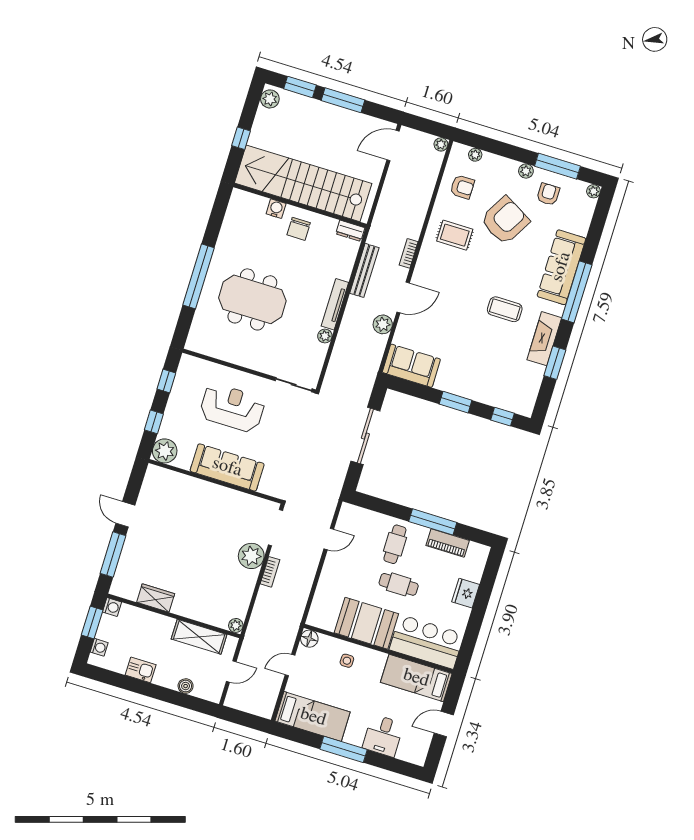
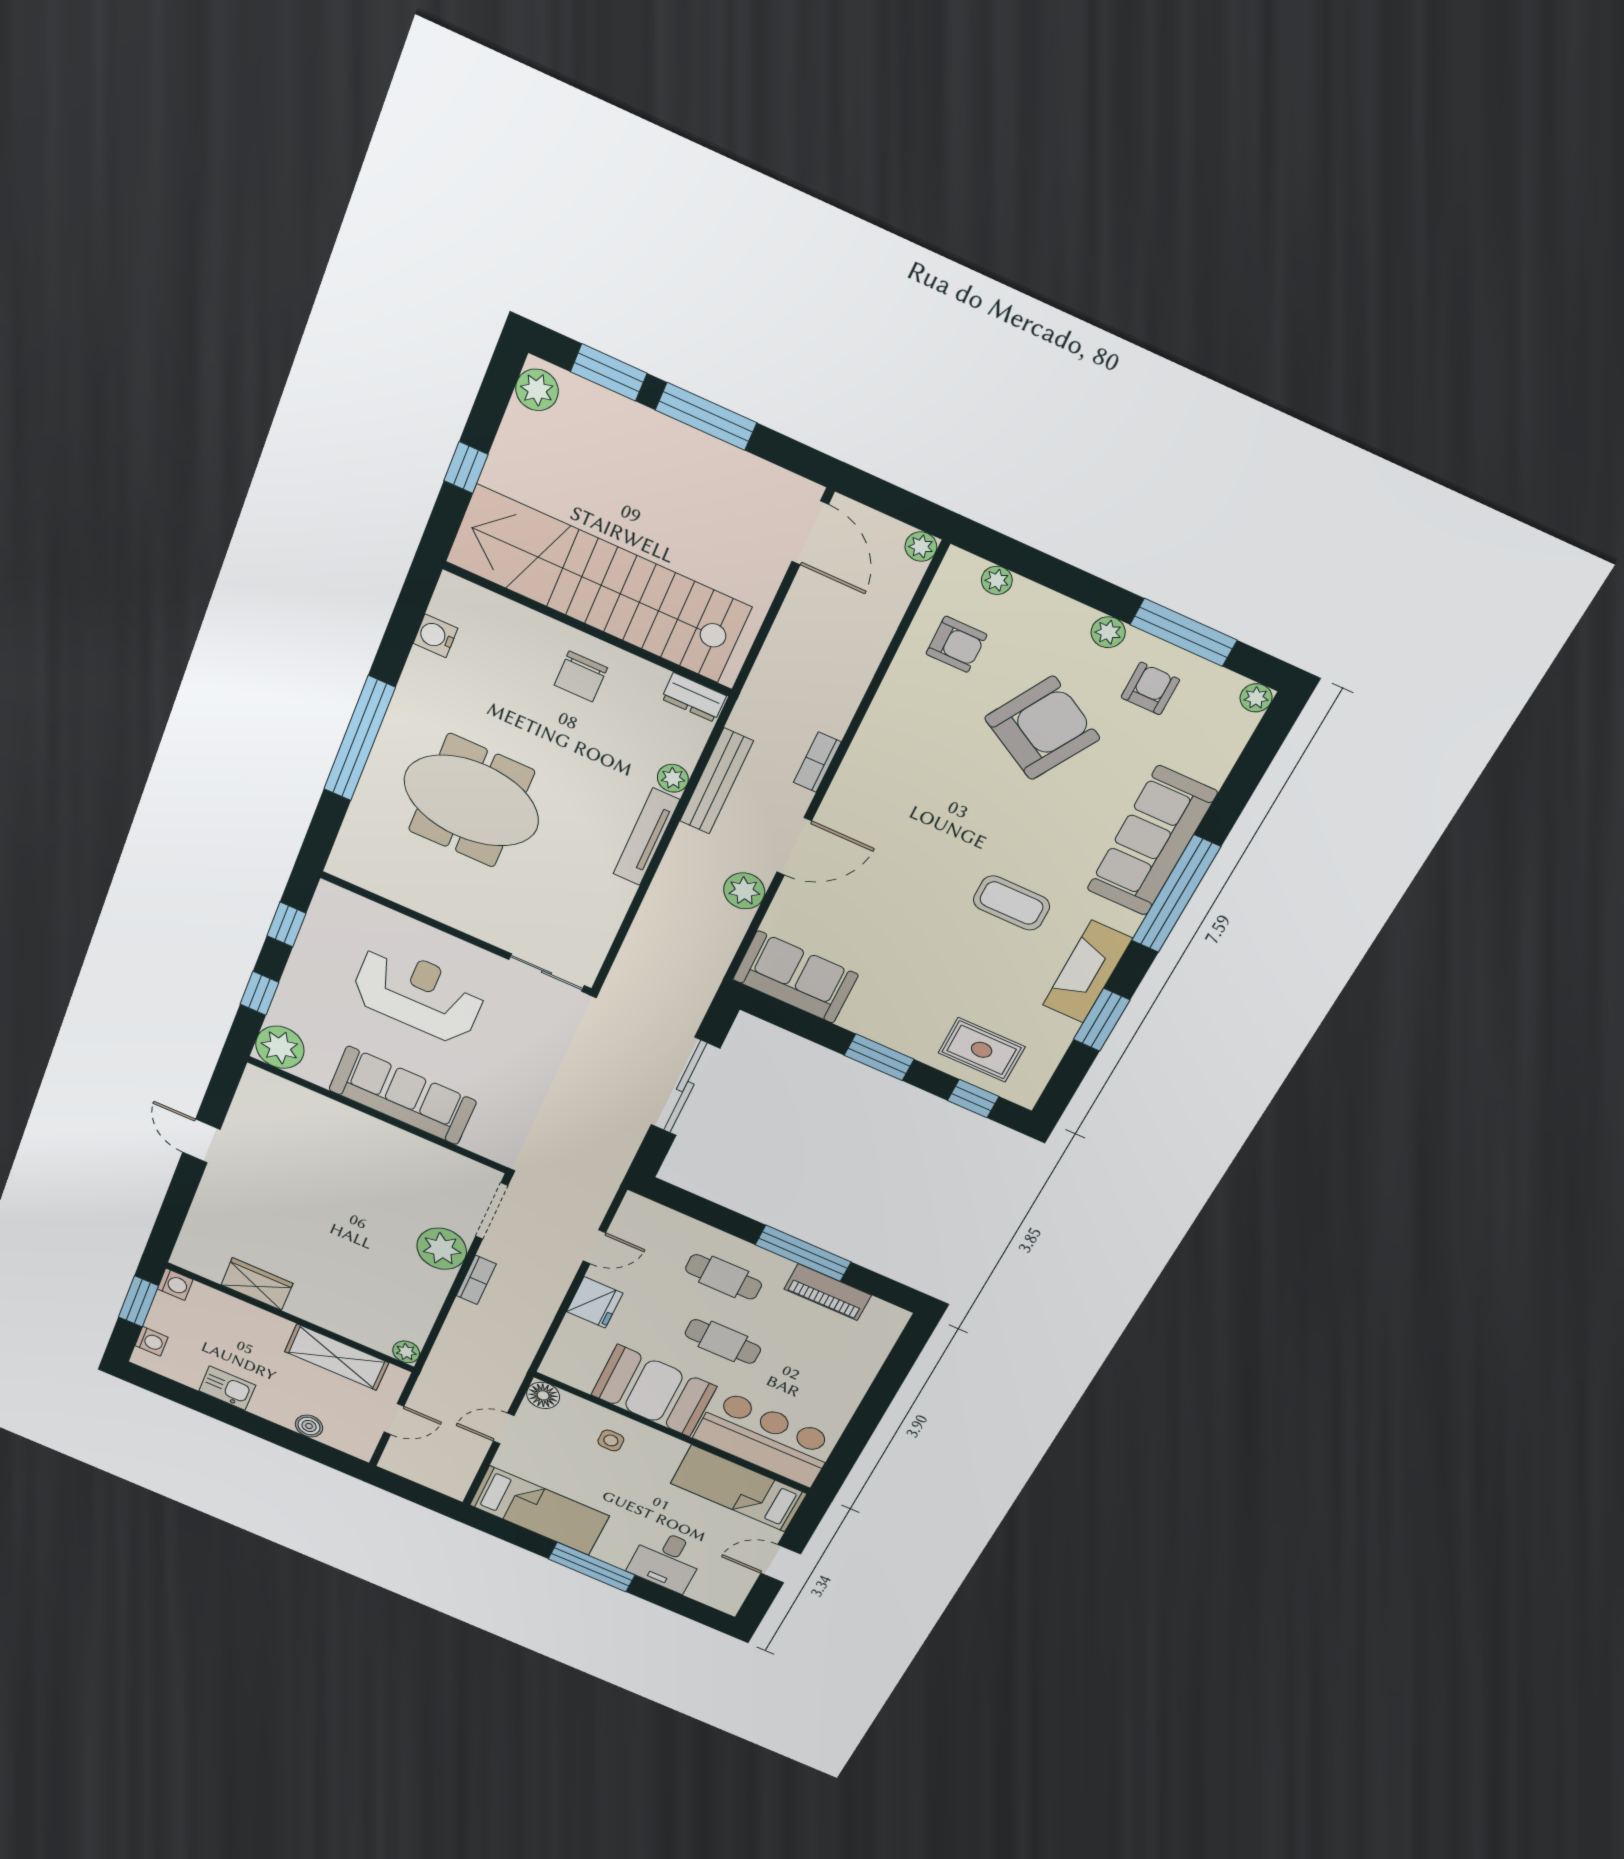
door: (393, 145) -> (810, 533), swing flipped
water cooler: (276, 209) -> (435, 636), moved, turned -90
rug: (455, 235) -> (982, 1050), moved
plant: (325, 336) -> (673, 778), moved
cafe table: (395, 544) -> (723, 1277), turned 90
window: (113, 554) -> (177, 1202), removed
fridge: (466, 593) -> (595, 1302), moved, turned 180

